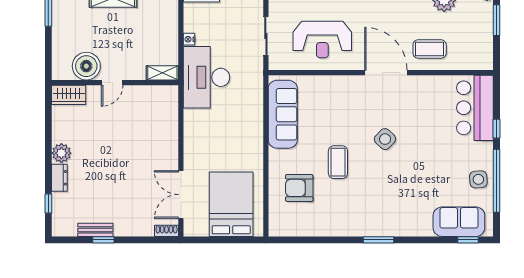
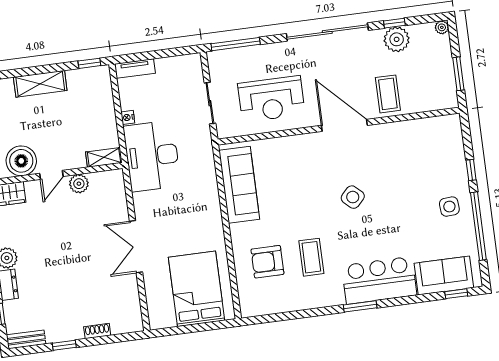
window: (496, 20) -> (458, 74), moved
coffee table: (430, 49) -> (388, 94), turned 90
plant: (136, 94) -> (79, 184), added
bar counter: (475, 108) -> (379, 280), moved, turned 90
coffee table: (338, 162) -> (311, 257), moved
side table: (478, 179) -> (449, 207), moved
double door: (181, 195) -> (136, 247), moved
bench: (95, 230) -> (26, 339), moved
shoe rack: (167, 231) -> (97, 331), moved

